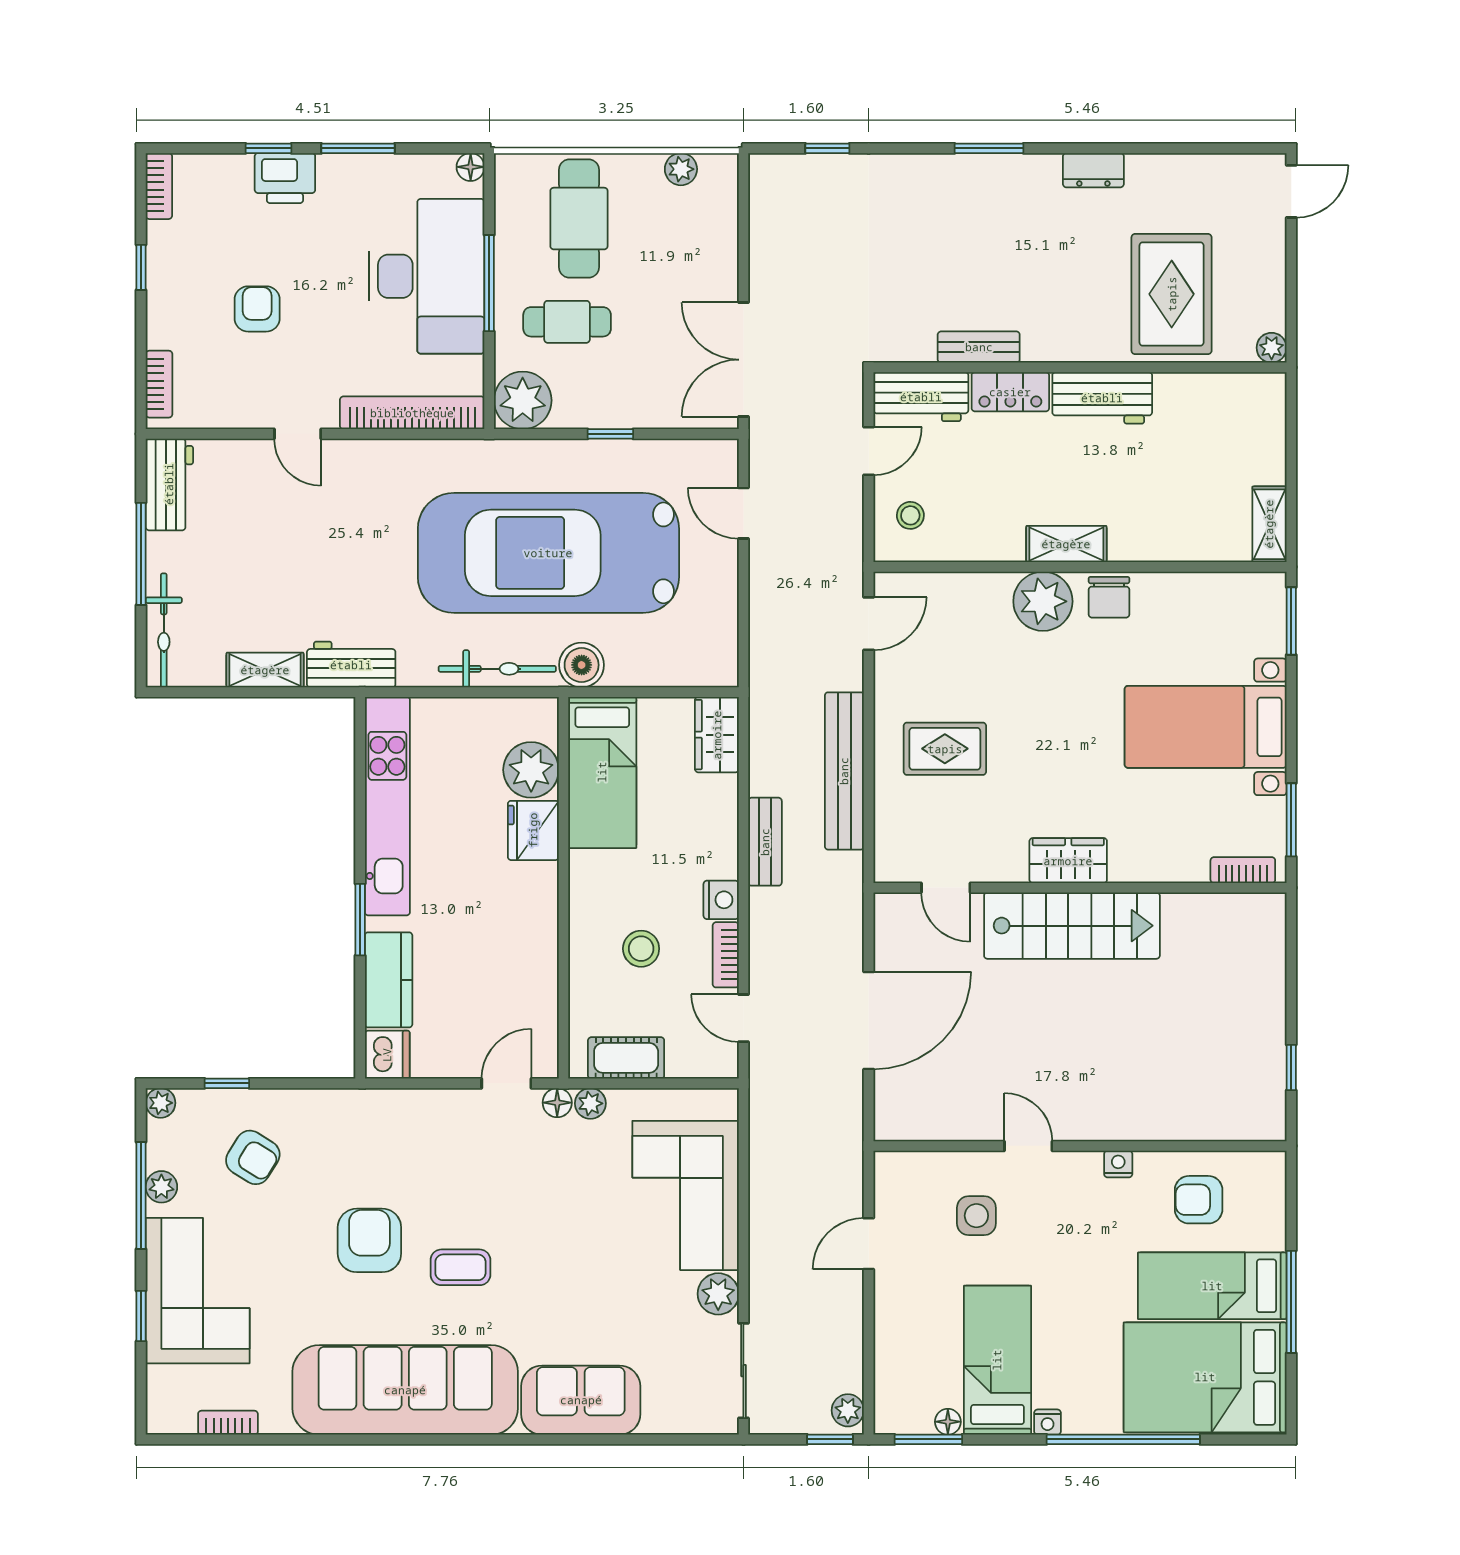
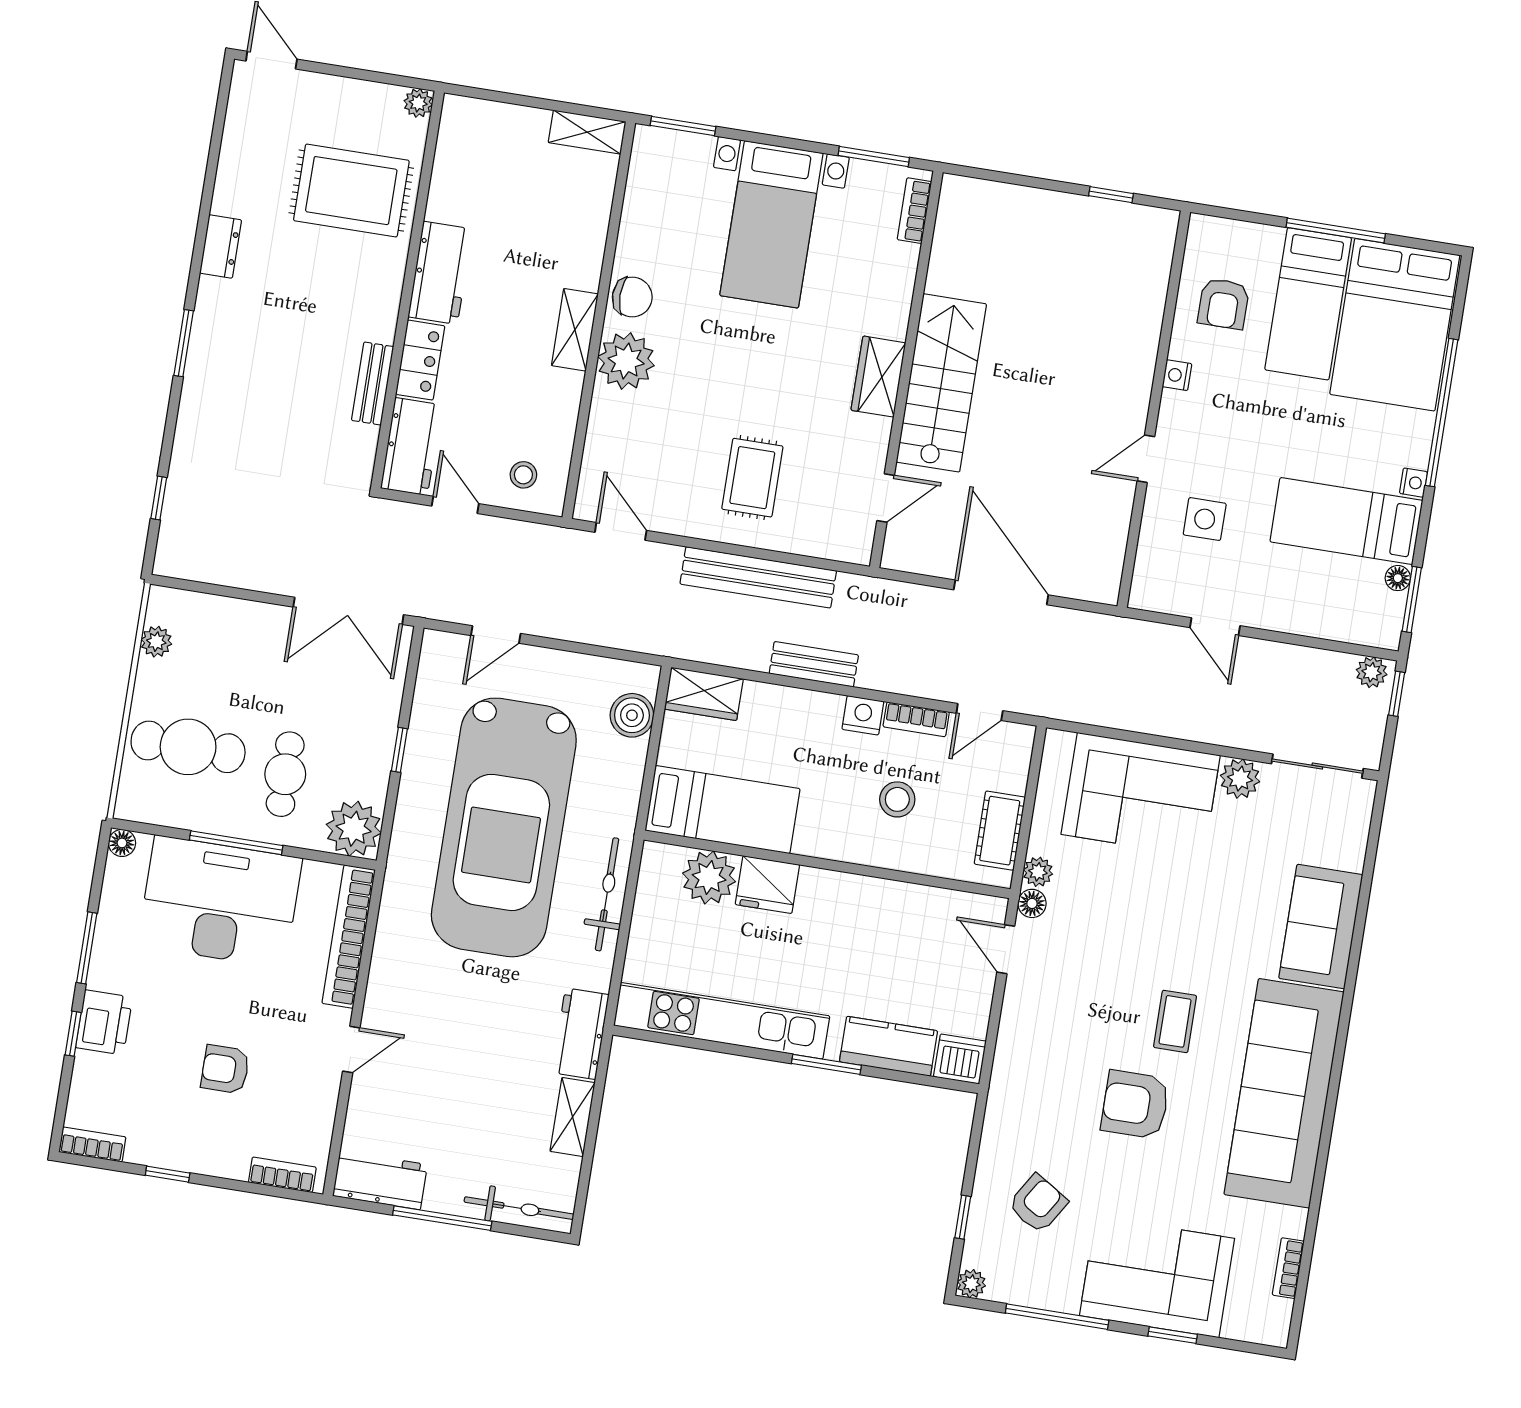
boiler: (582, 665) -> (632, 715), moved
plant: (161, 1187) -> (1052, 1296), removed

